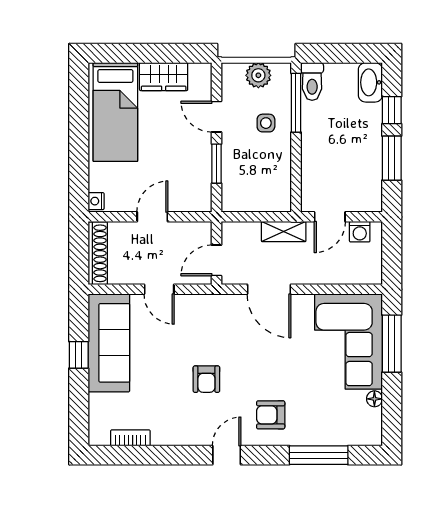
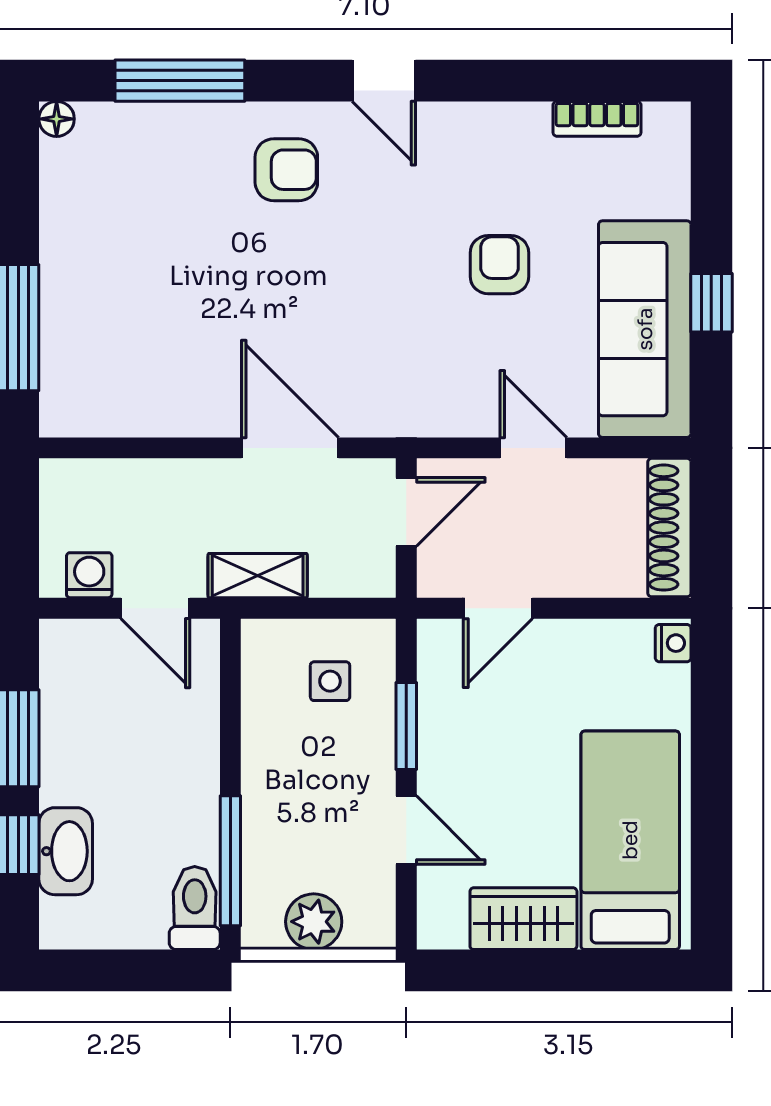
washbasin: (370, 82) -> (66, 851), moved
side table: (266, 123) -> (330, 681), moved
door: (152, 217) -> (498, 608), moved
door: (330, 217) -> (155, 608), swing flipped
corner sofa: (348, 341) -> (114, 332), removed
armchair: (206, 379) -> (499, 265), moved
floor lamp: (374, 399) -> (57, 119), moved
door: (227, 455) -> (384, 81), hinge flipped

